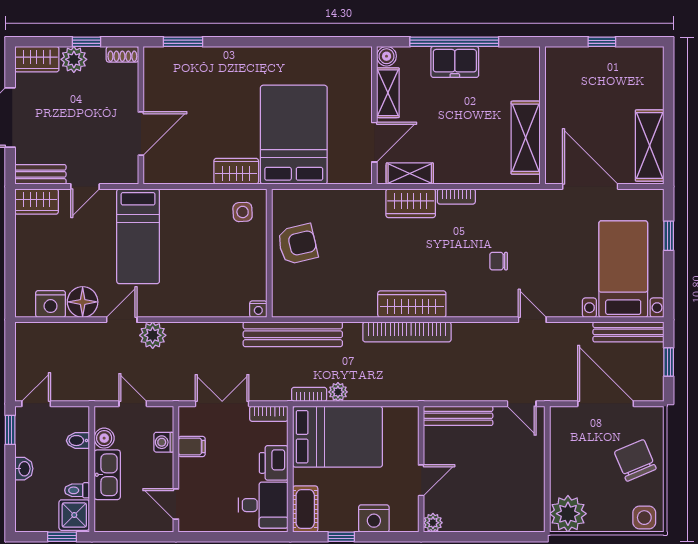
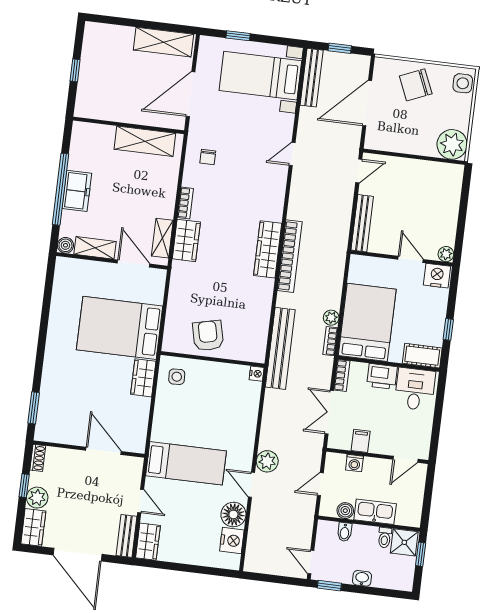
chair: (499, 261) -> (208, 157), moved
nightstand: (374, 518) -> (437, 276), moved, turned -90

